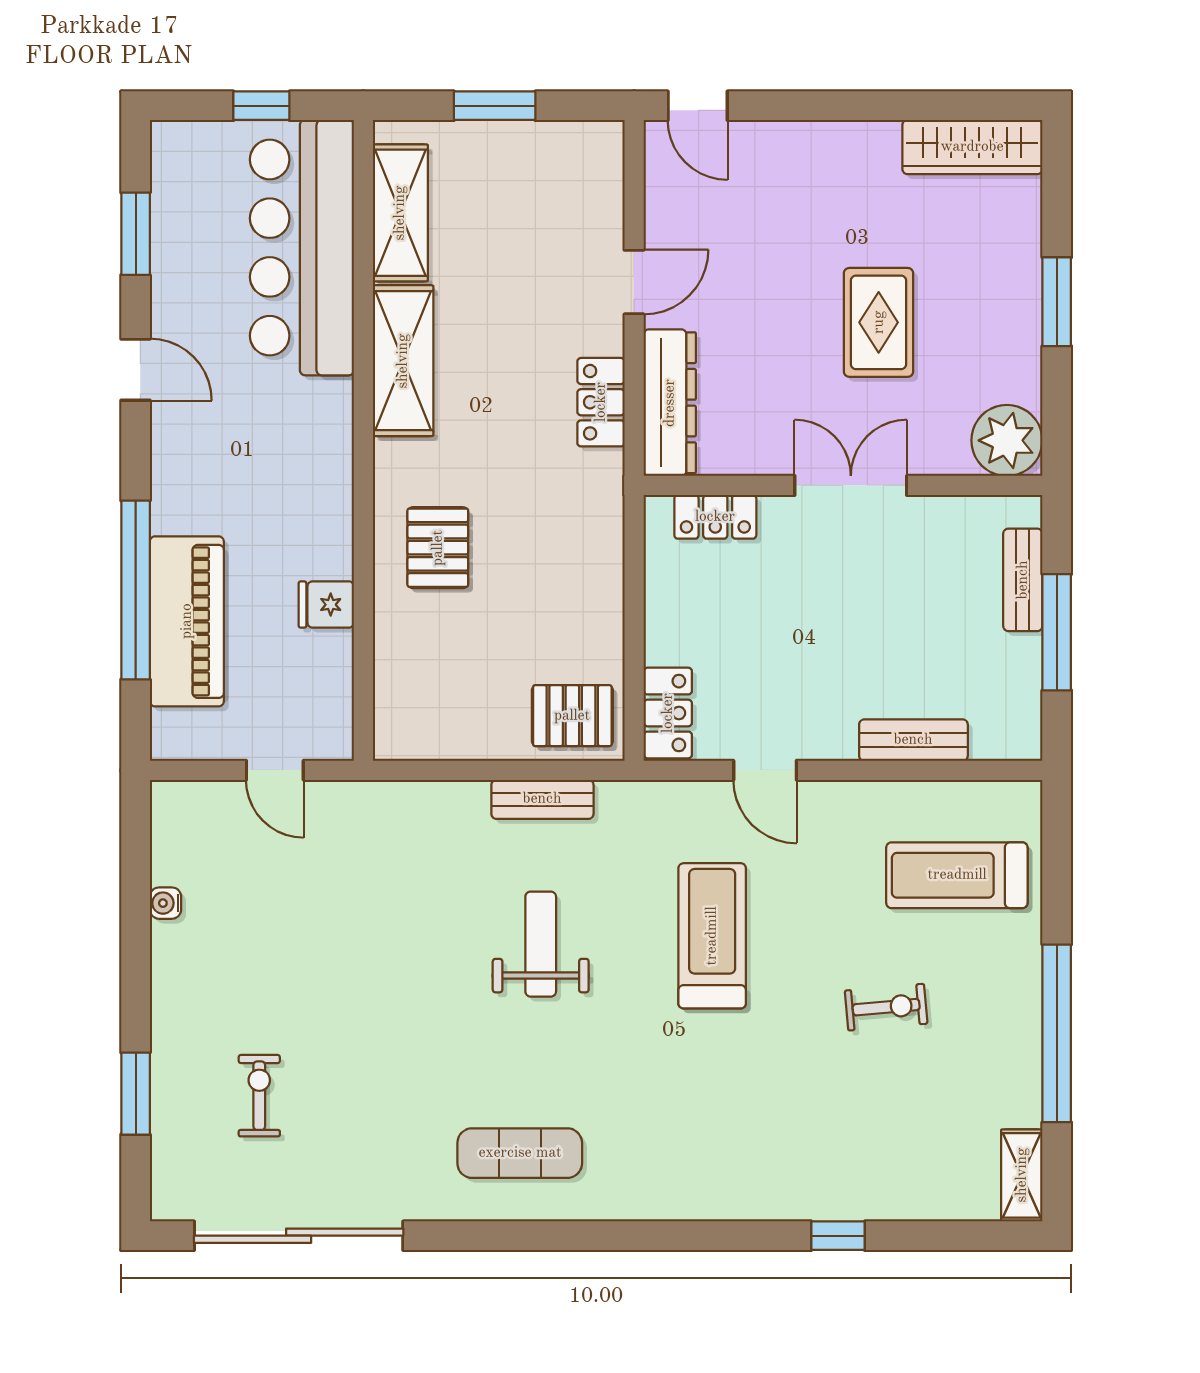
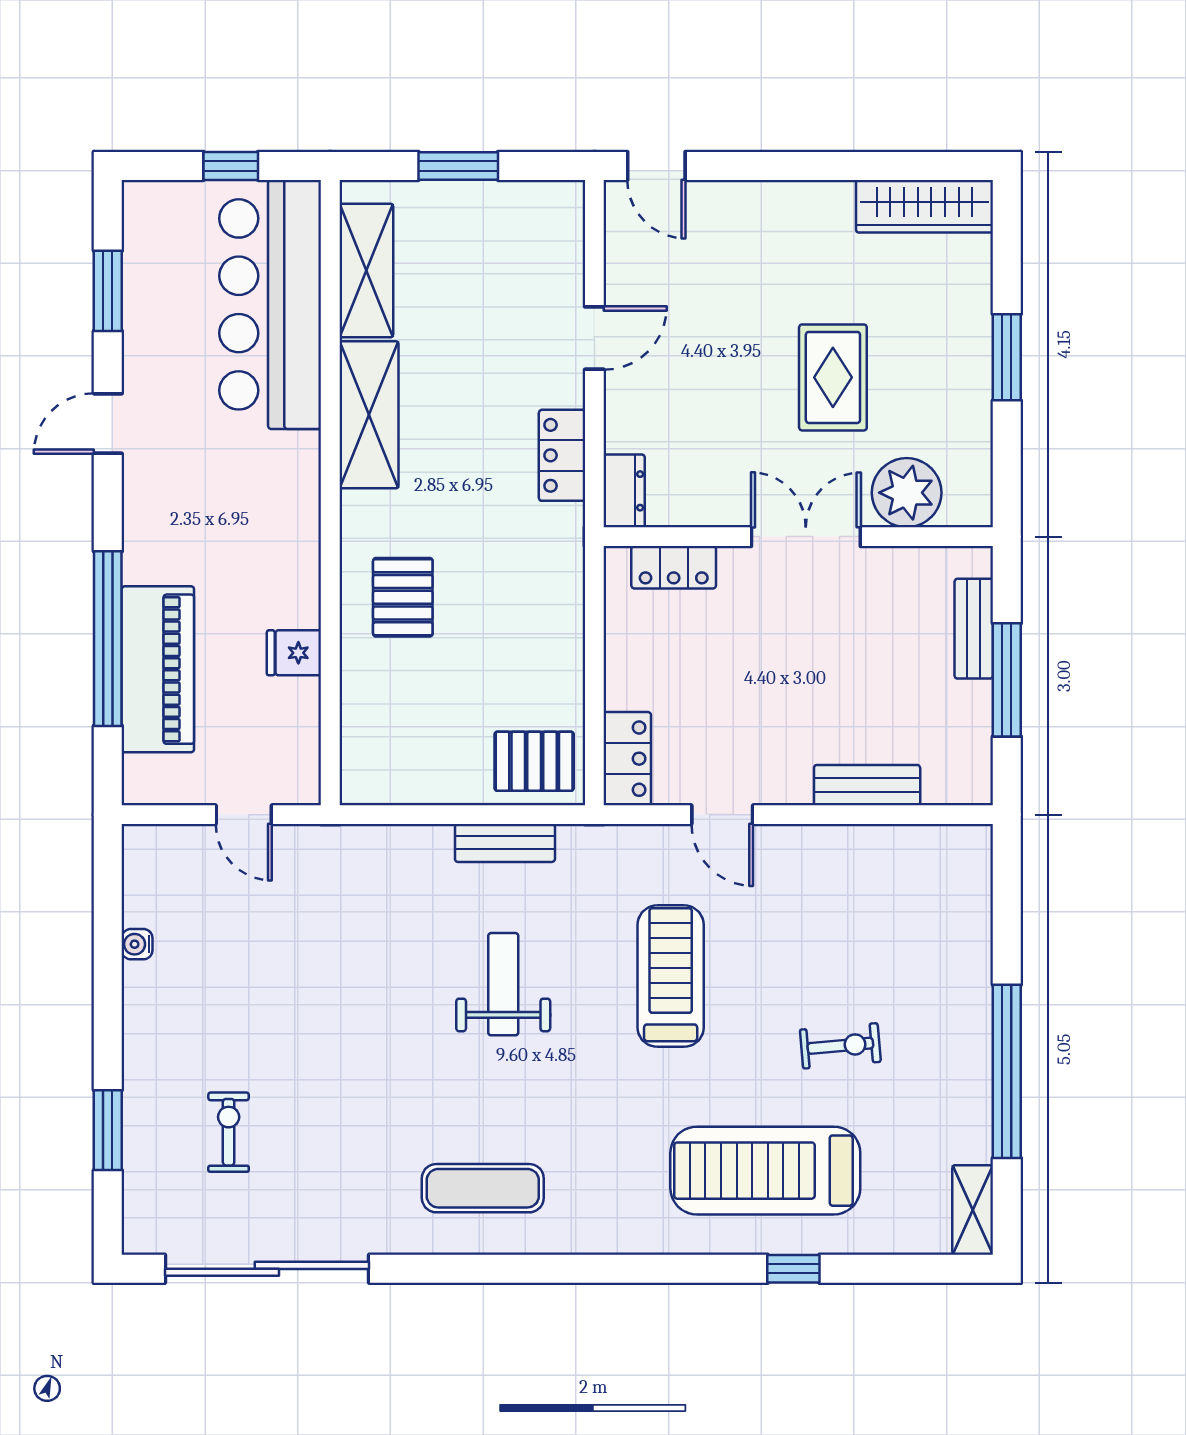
door: (136, 370) -> (108, 424), swing flipped
dresser: (670, 403) -> (624, 491), width x0.51, depth x0.80
plant: (1007, 440) -> (907, 493), moved
treadmill: (957, 875) -> (765, 1171), moved, width x1.37, depth x1.38

